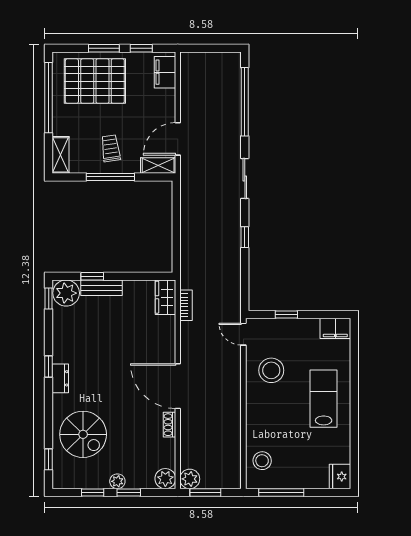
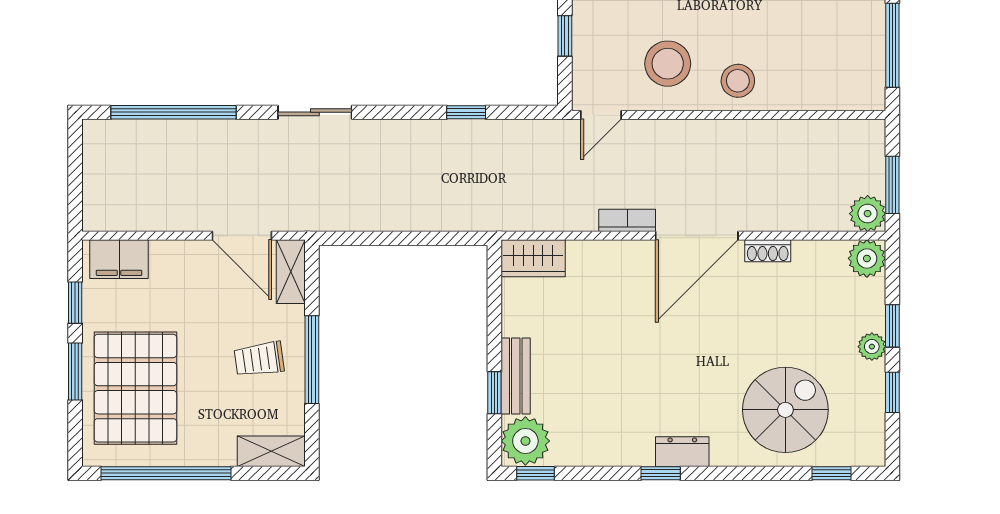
window: (245, 237) -> (466, 112), moved
bookcase: (186, 305) -> (627, 220), moved
stool: (262, 461) -> (738, 81), moved

